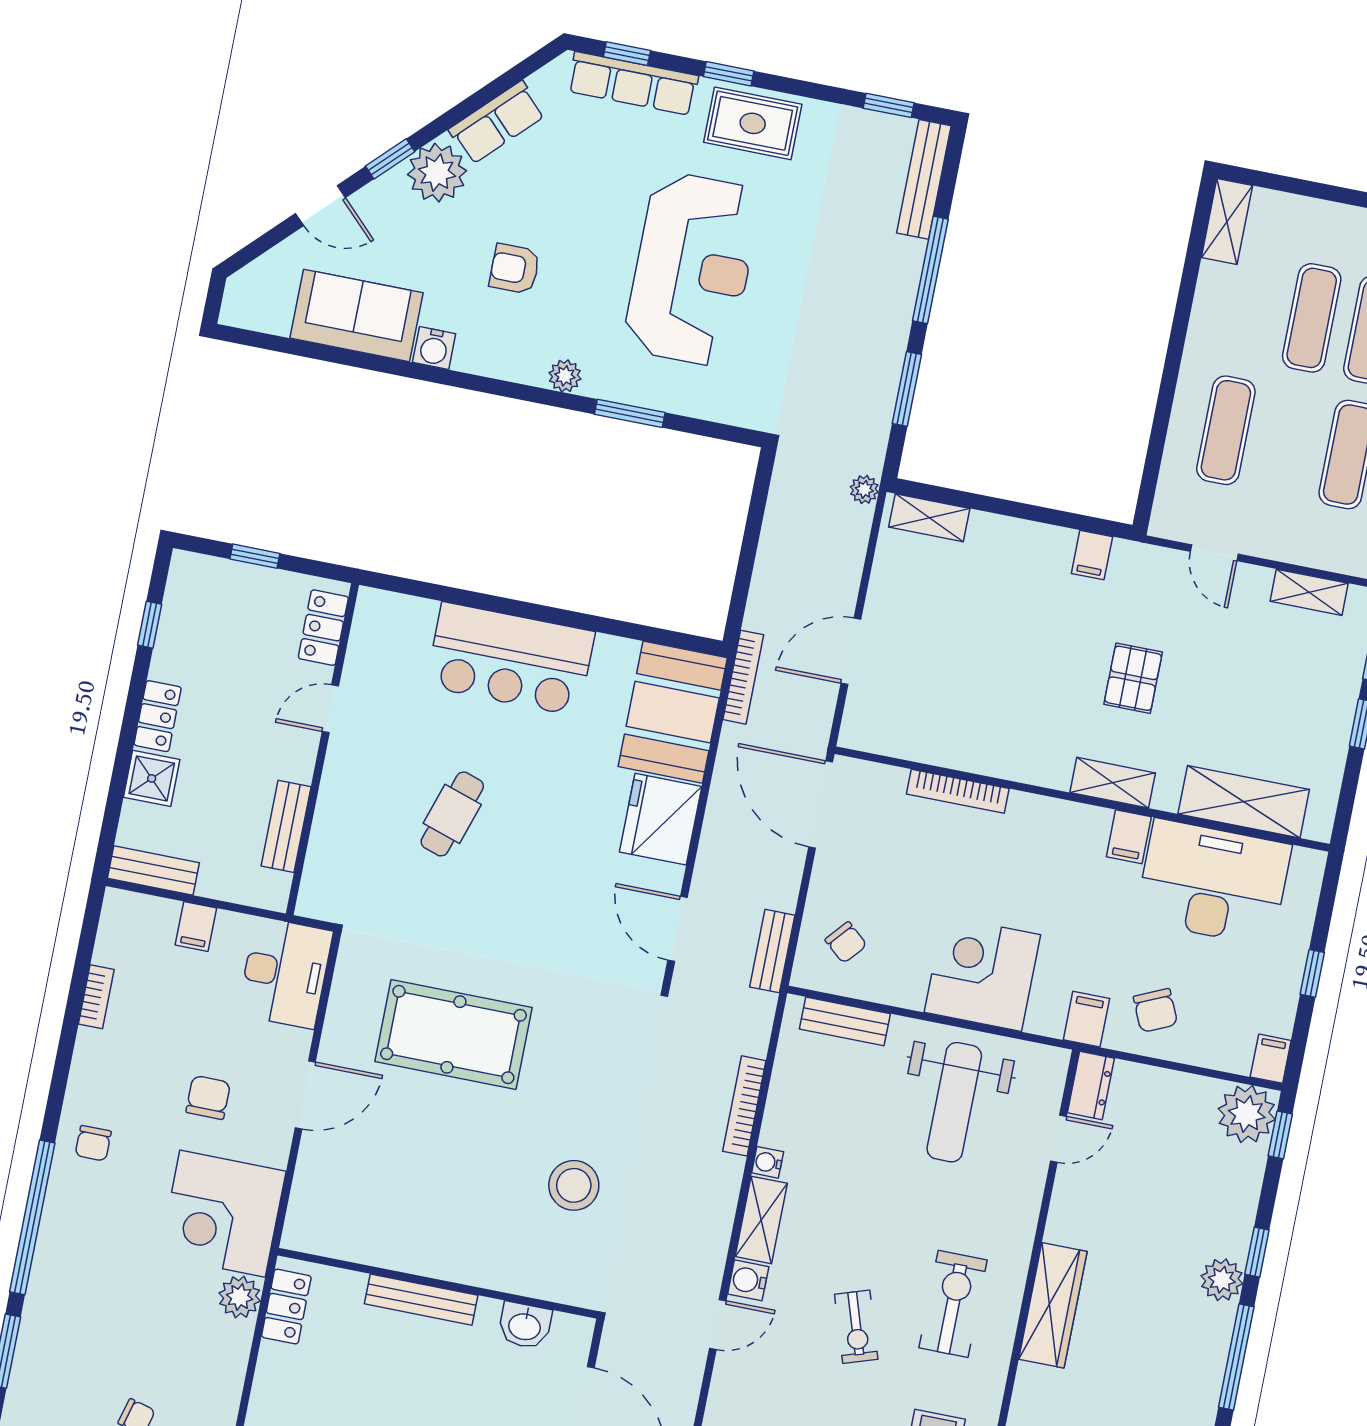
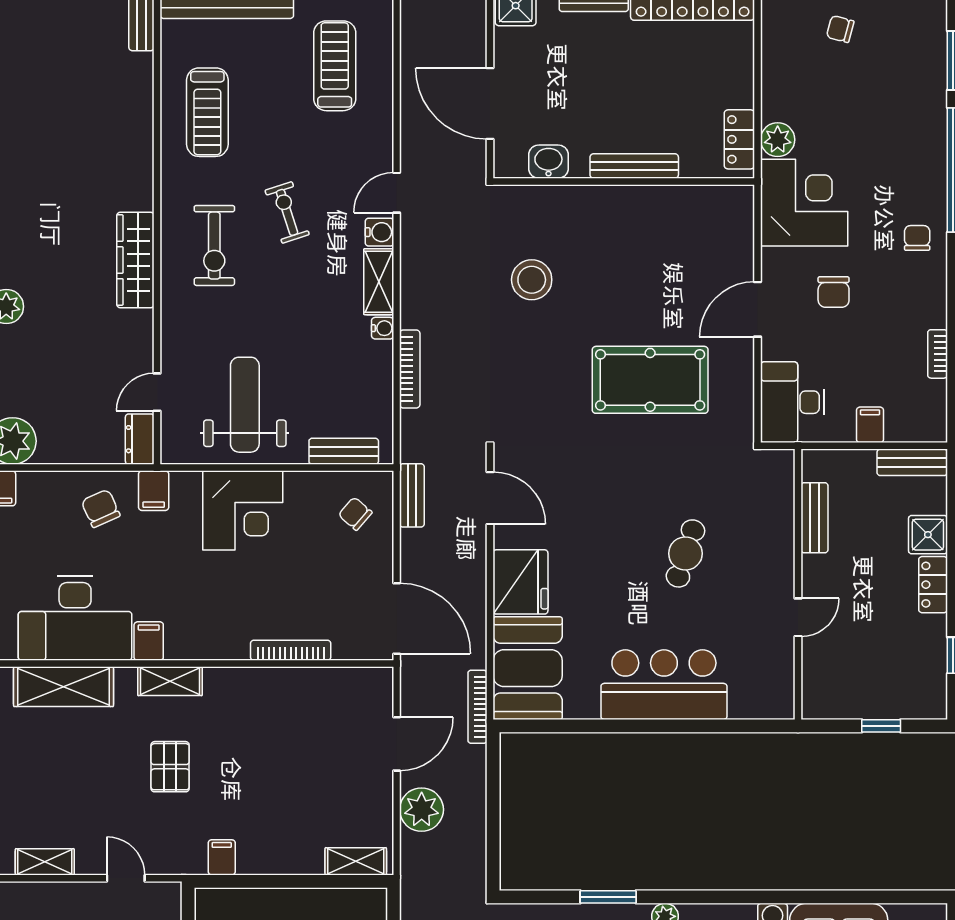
plant: (864, 489) -> (422, 810), moved, width x1.87, depth x1.87
locker: (323, 628) -> (816, 680), removed

